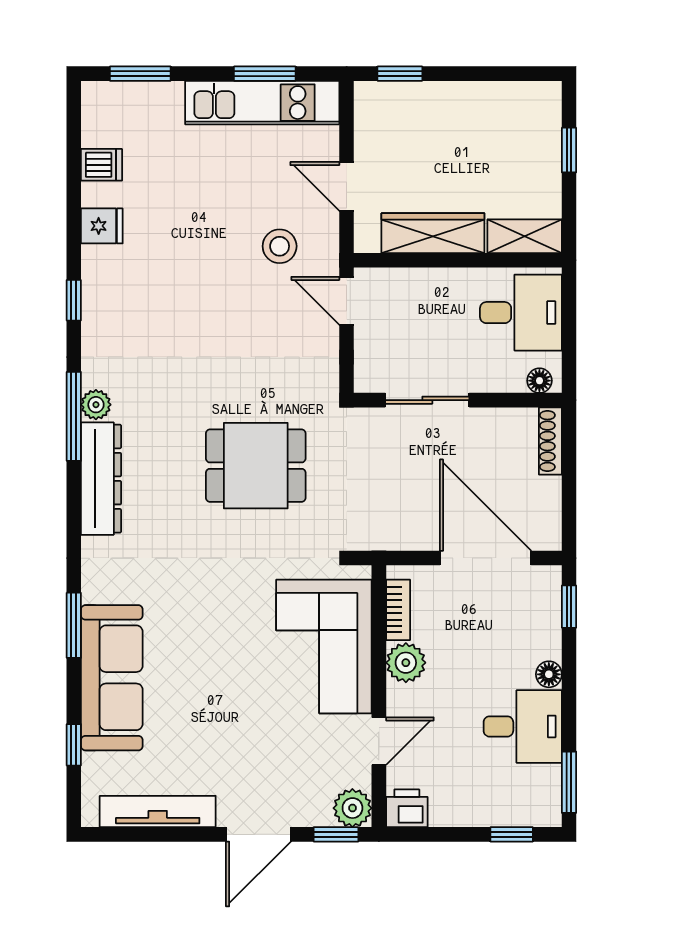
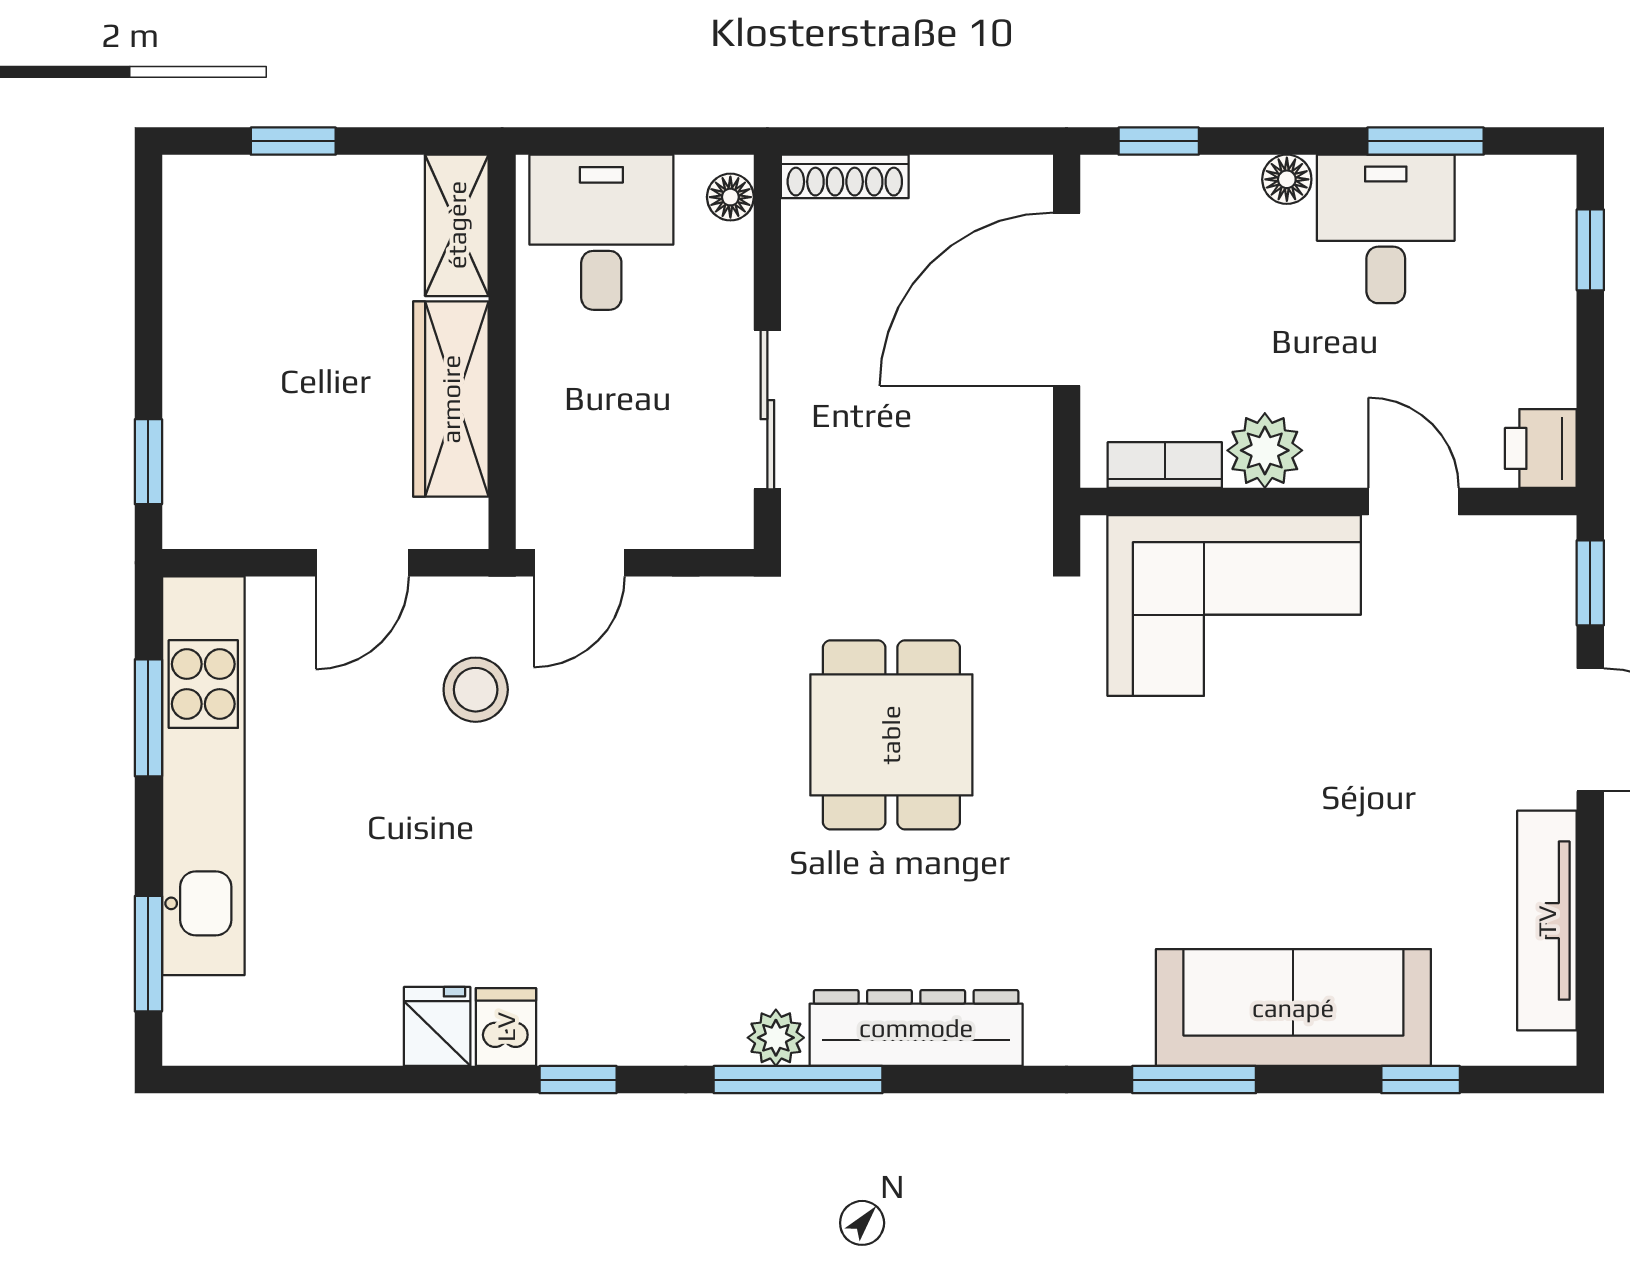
kitchen unit: (262, 103) -> (203, 776), width x1.36
dishwasher: (102, 165) -> (506, 1027), moved
window: (569, 782) -> (1425, 141), moved
plant: (352, 808) -> (1540, 551), removed

